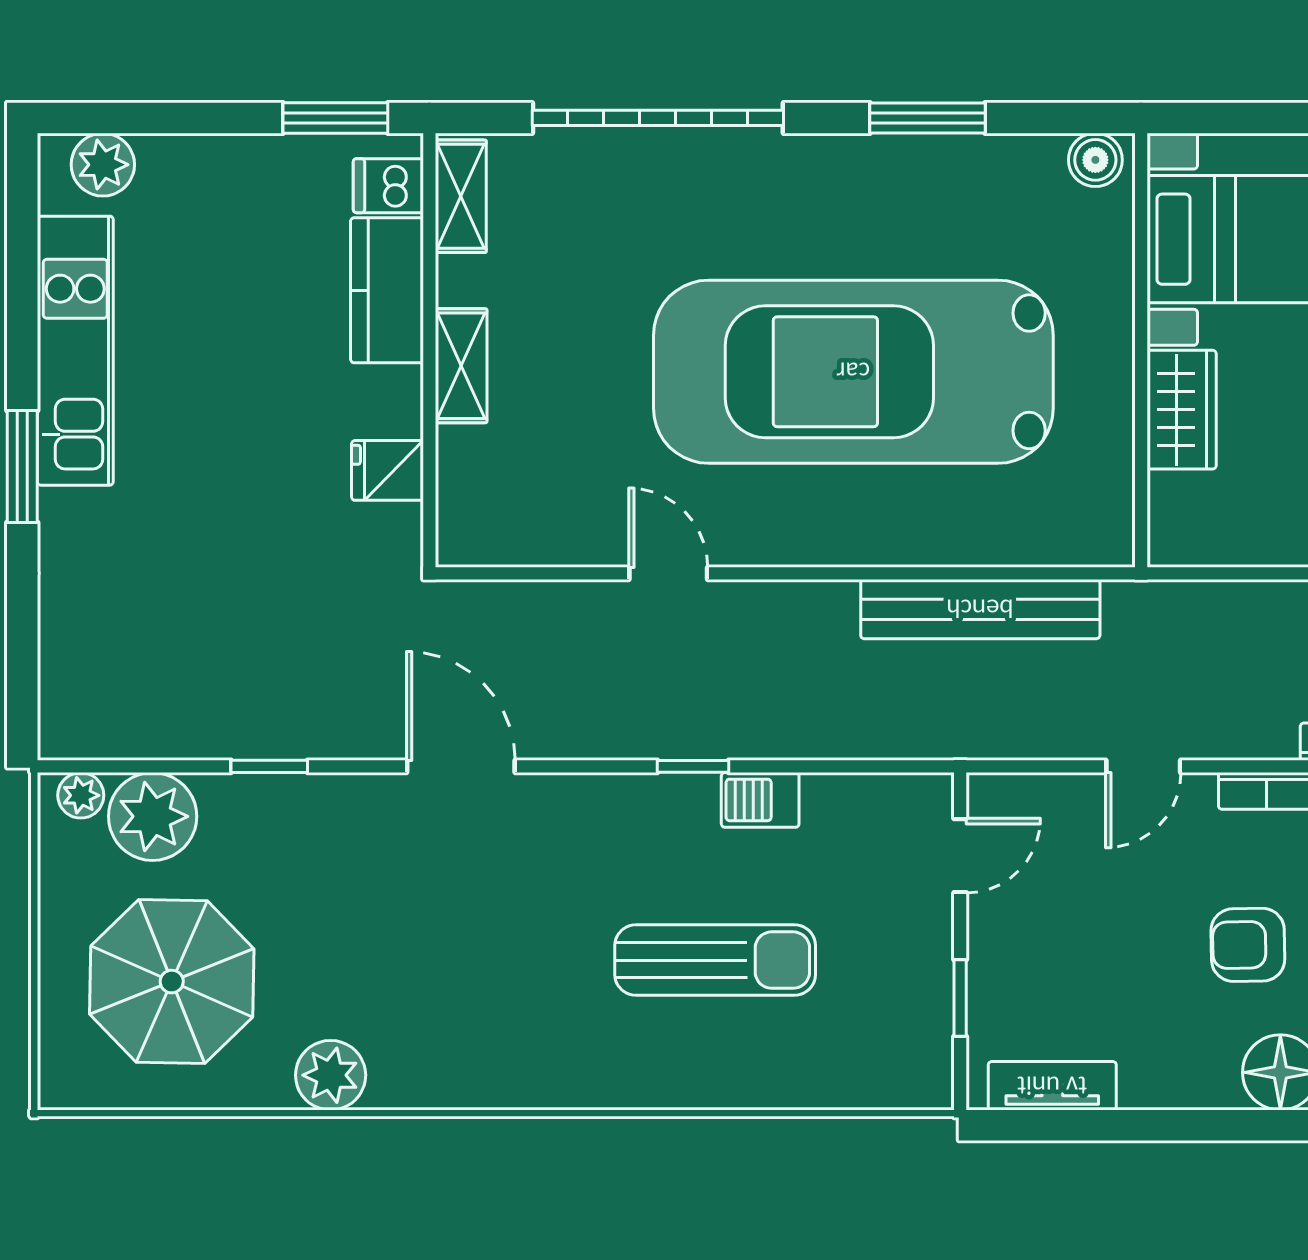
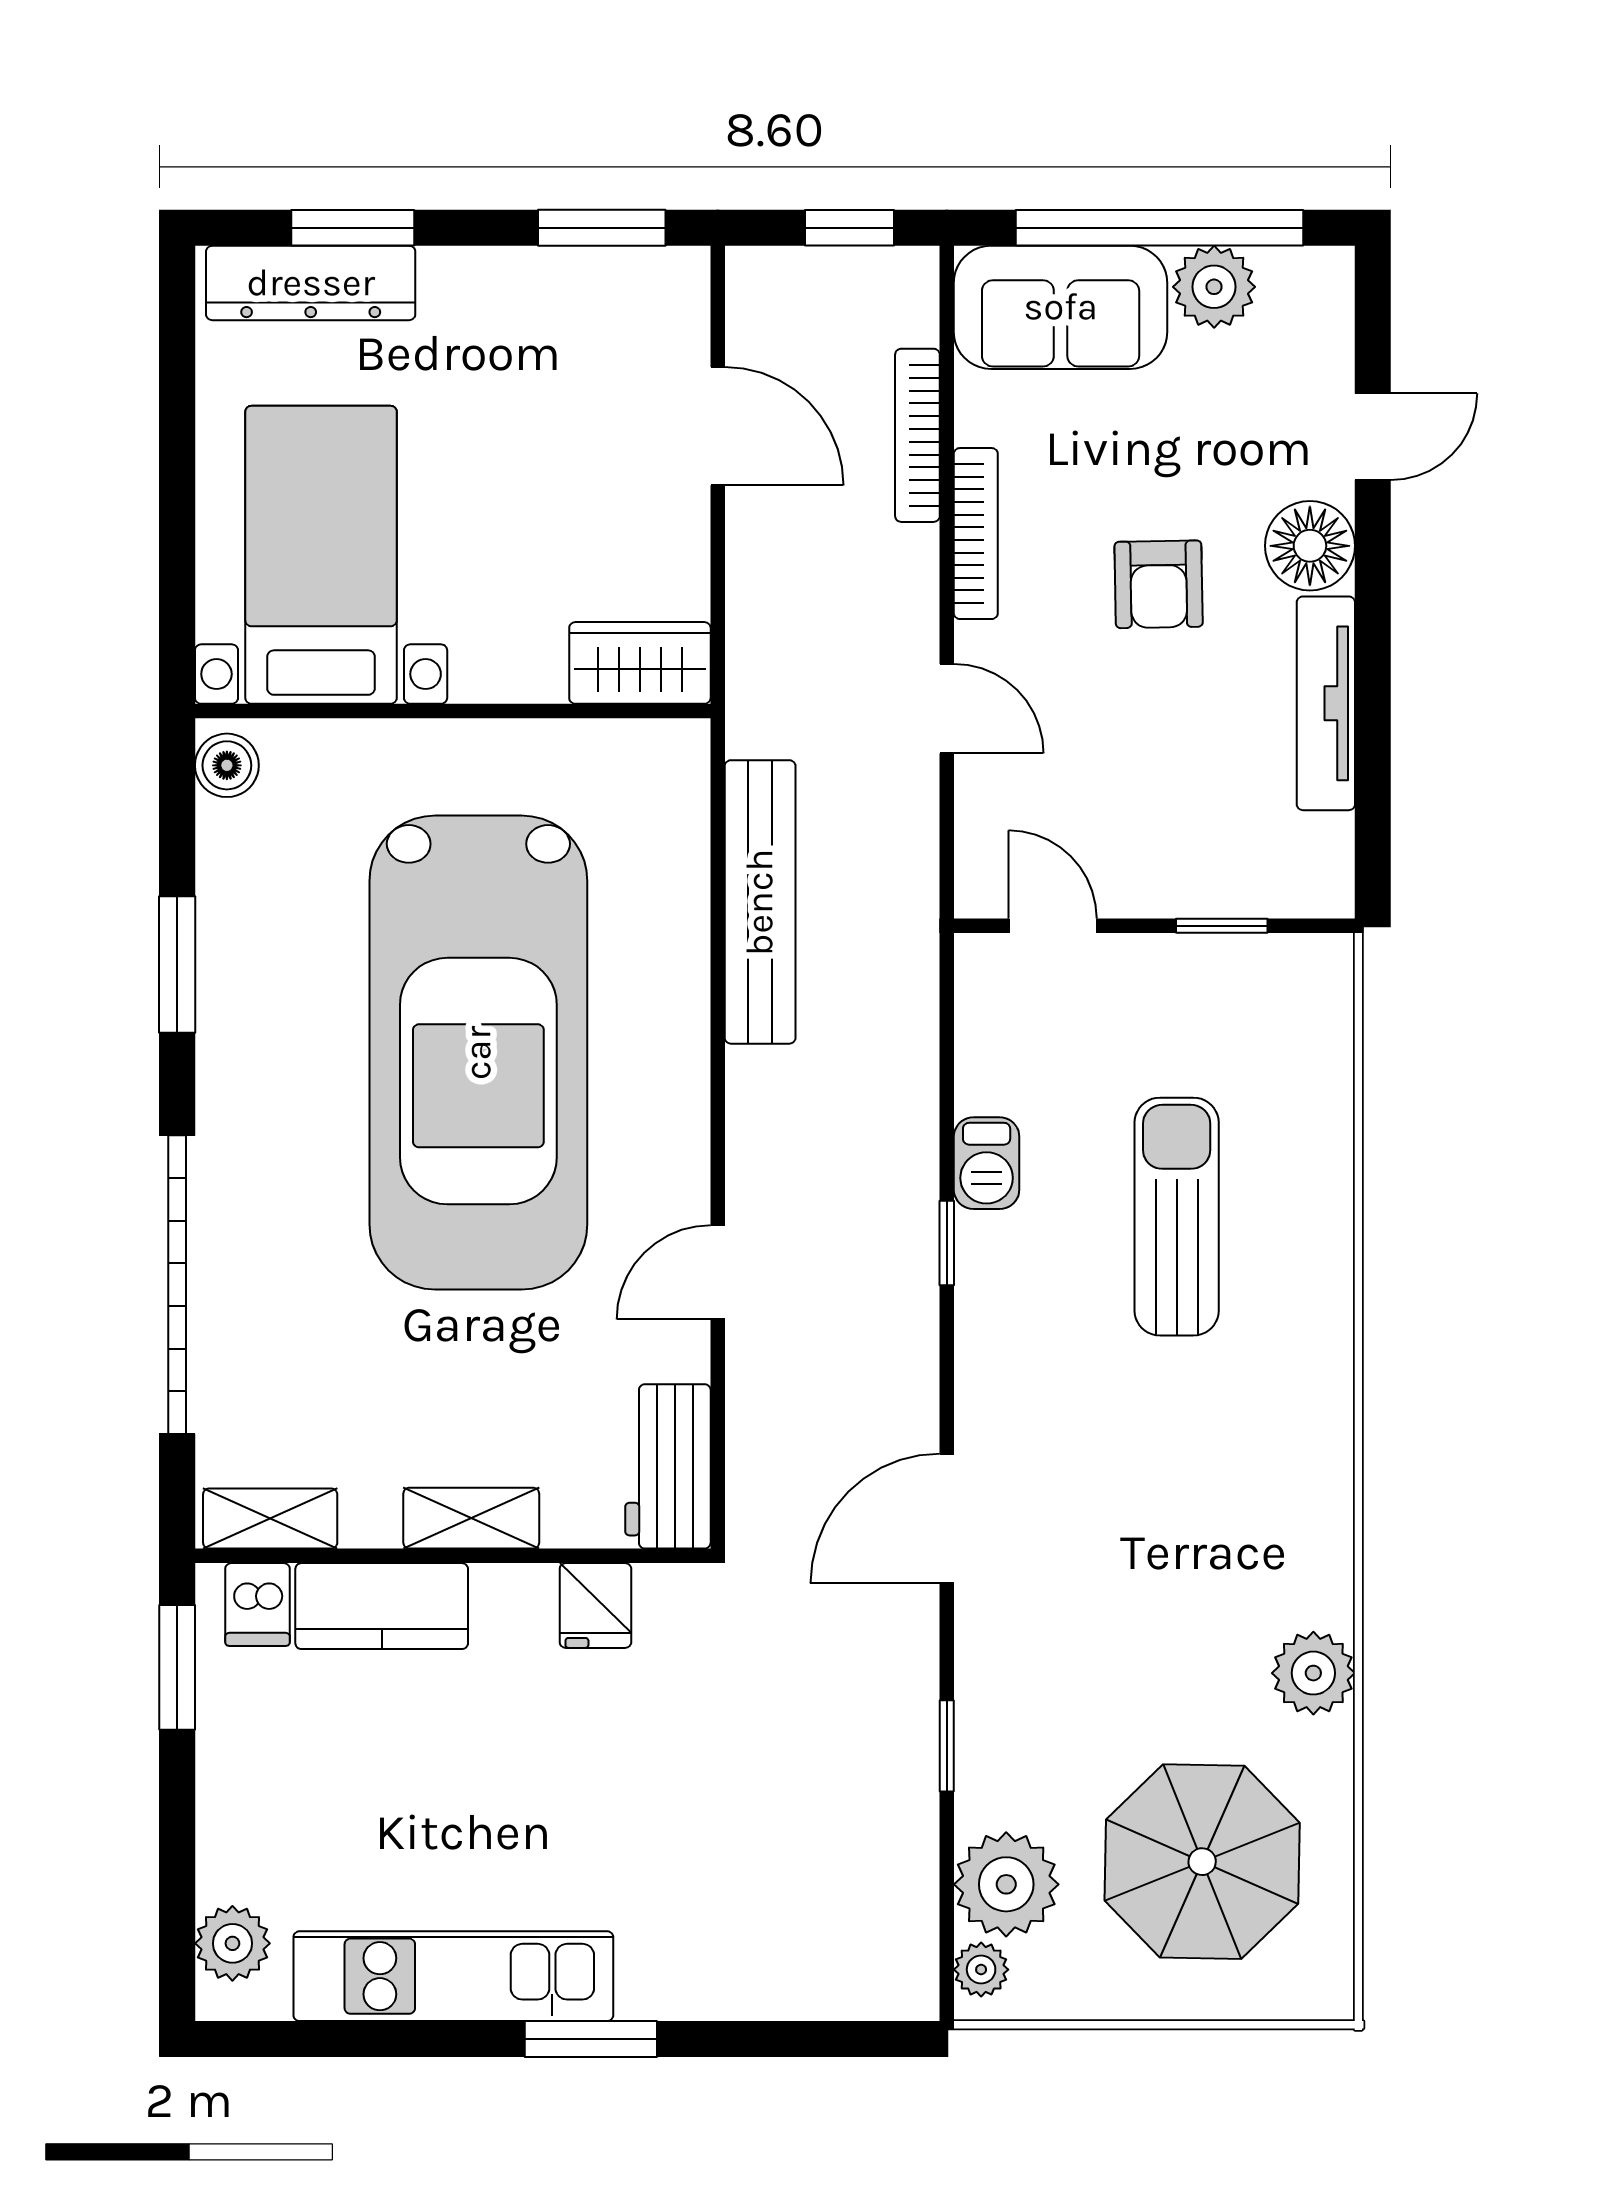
wardrobe: (1182, 410) -> (640, 663), moved
workbench: (505, 531) -> (668, 1466), added
tv unit: (1052, 1086) -> (1326, 703), moved, width x1.41

